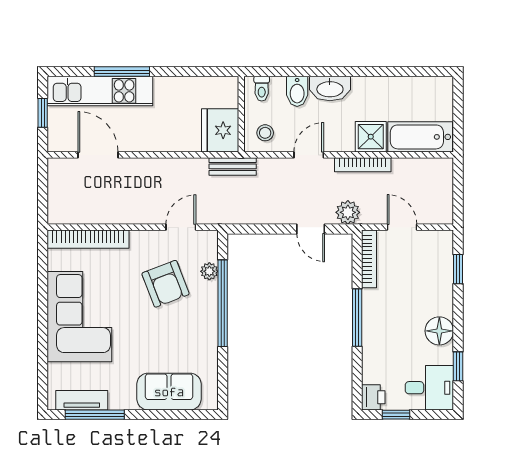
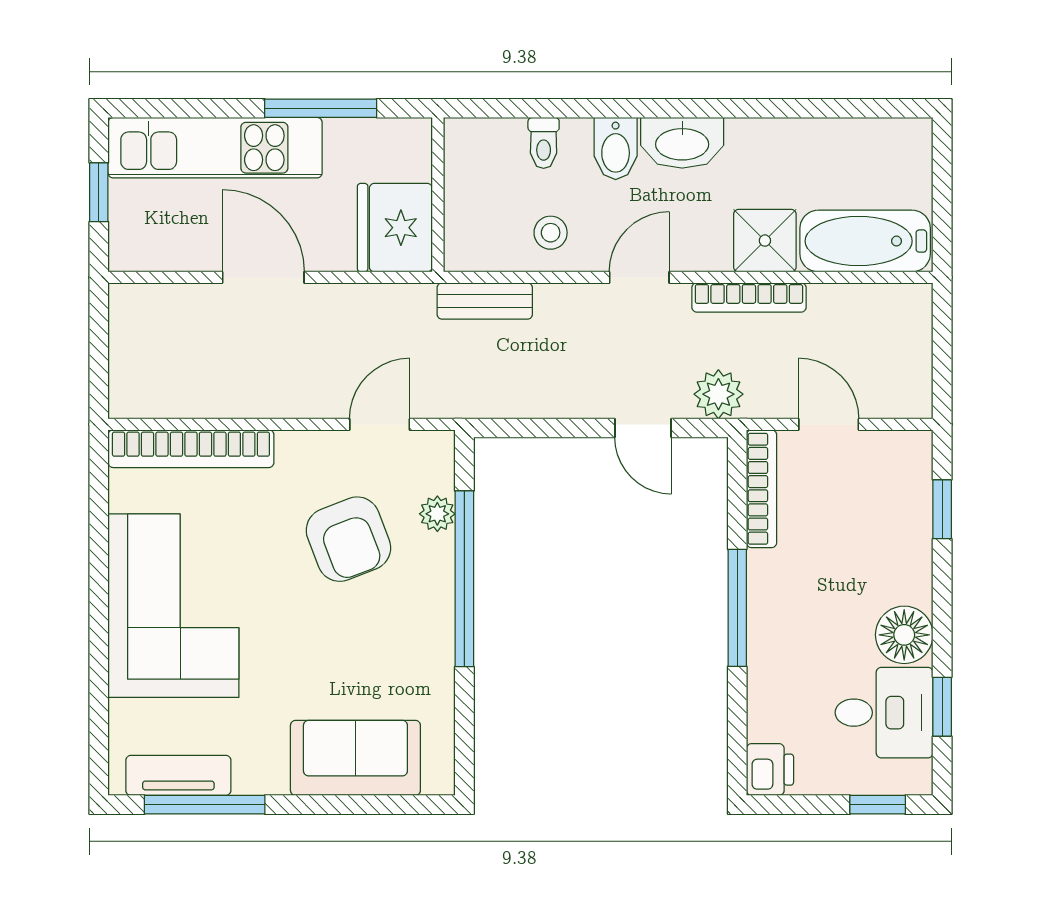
window: (122, 72) -> (321, 108), moved
wall: (241, 114) -> (438, 195), moved
fridge: (220, 130) -> (395, 228), moved
door: (98, 155) -> (263, 277), moved
desk: (429, 388) -> (884, 713), moved
window: (396, 415) -> (878, 805), moved

